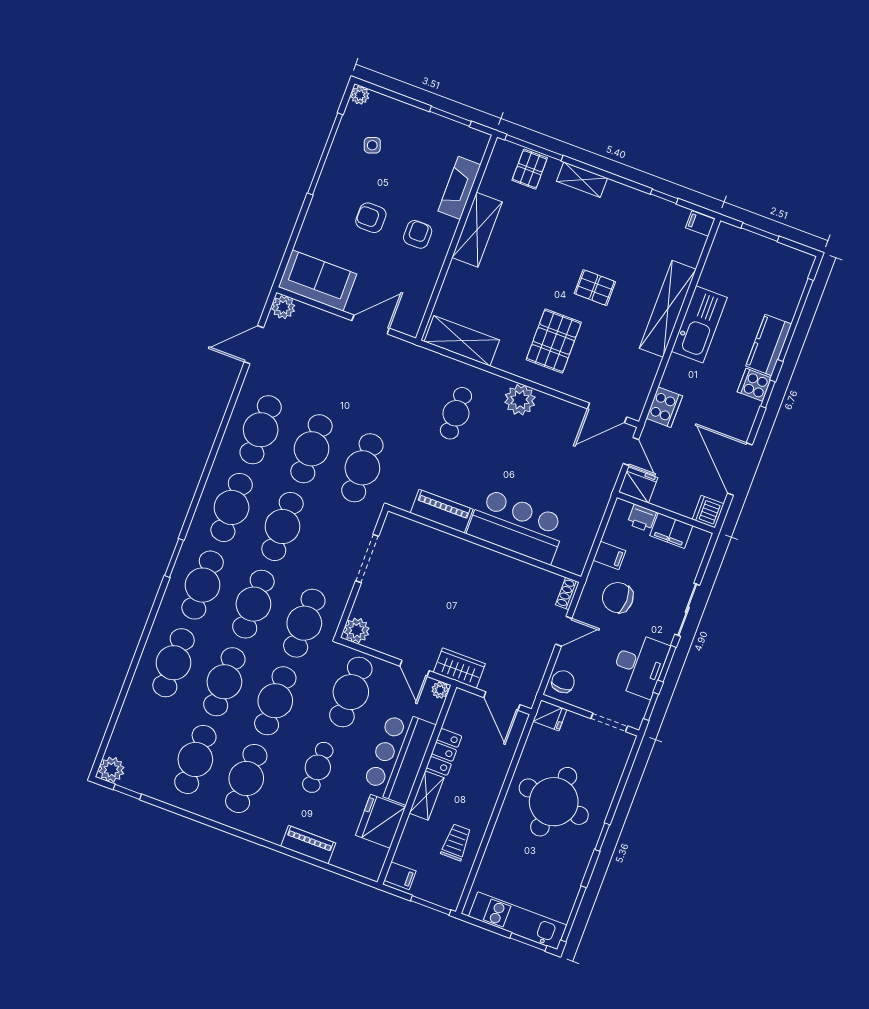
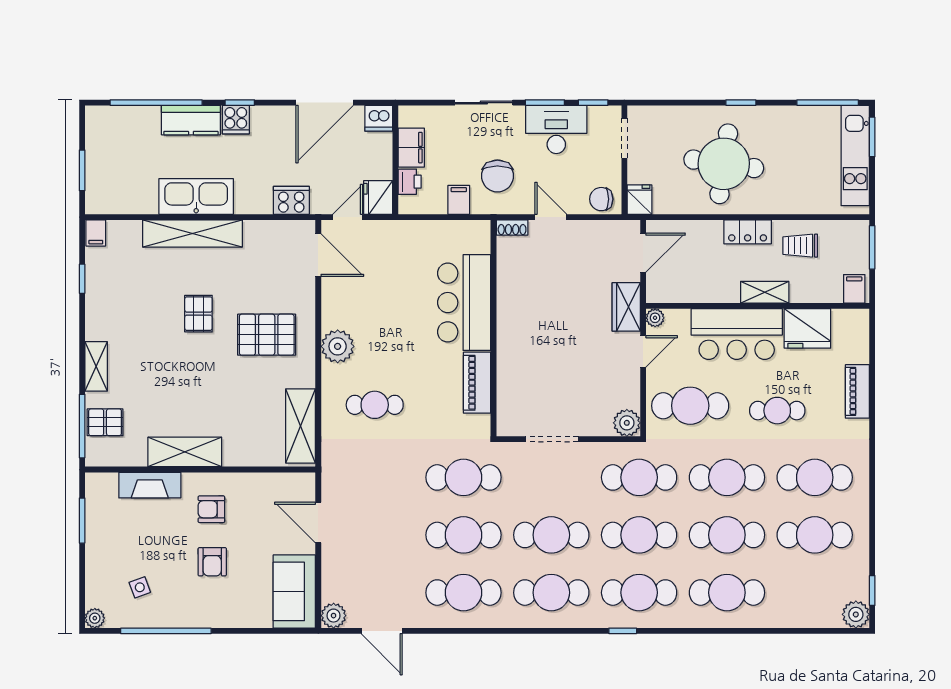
window: (174, 558) -> (623, 631), width x0.67
locker: (444, 752) -> (748, 232), moved, turned 180

